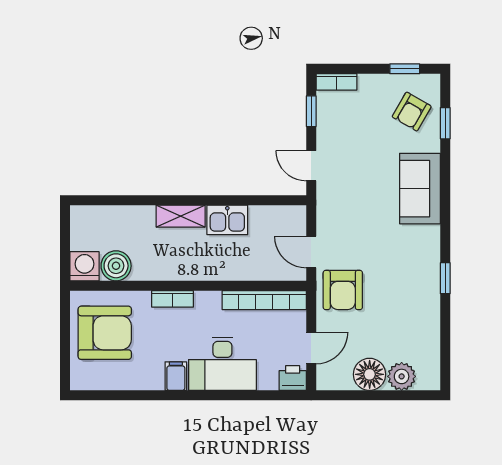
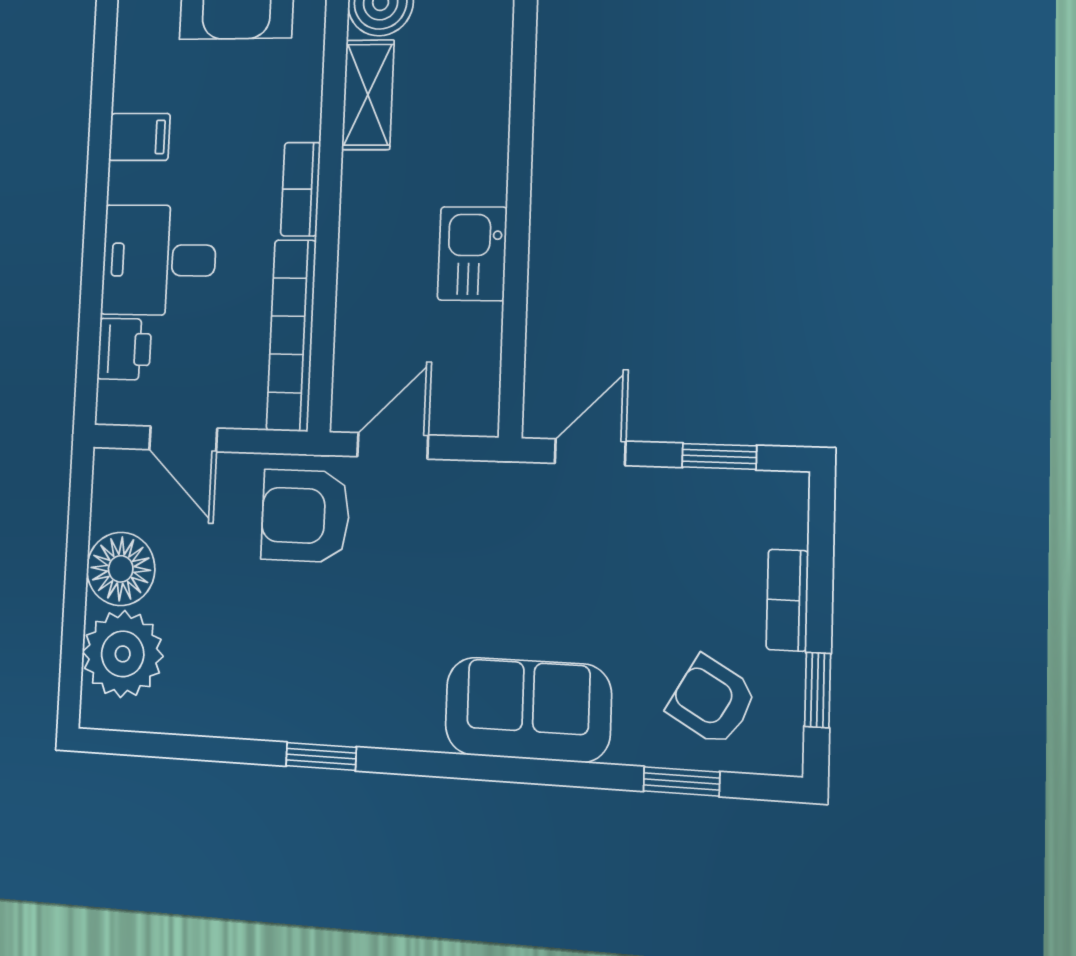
bookcase: (336, 82) -> (787, 600), moved
shelving: (181, 216) -> (368, 95), moved
bookcase: (173, 299) -> (301, 189), moved
desk: (222, 364) -> (159, 260), width x0.73
plant: (402, 376) -> (123, 654), width x1.36, depth x1.36
printer: (293, 378) -> (124, 349), moved

